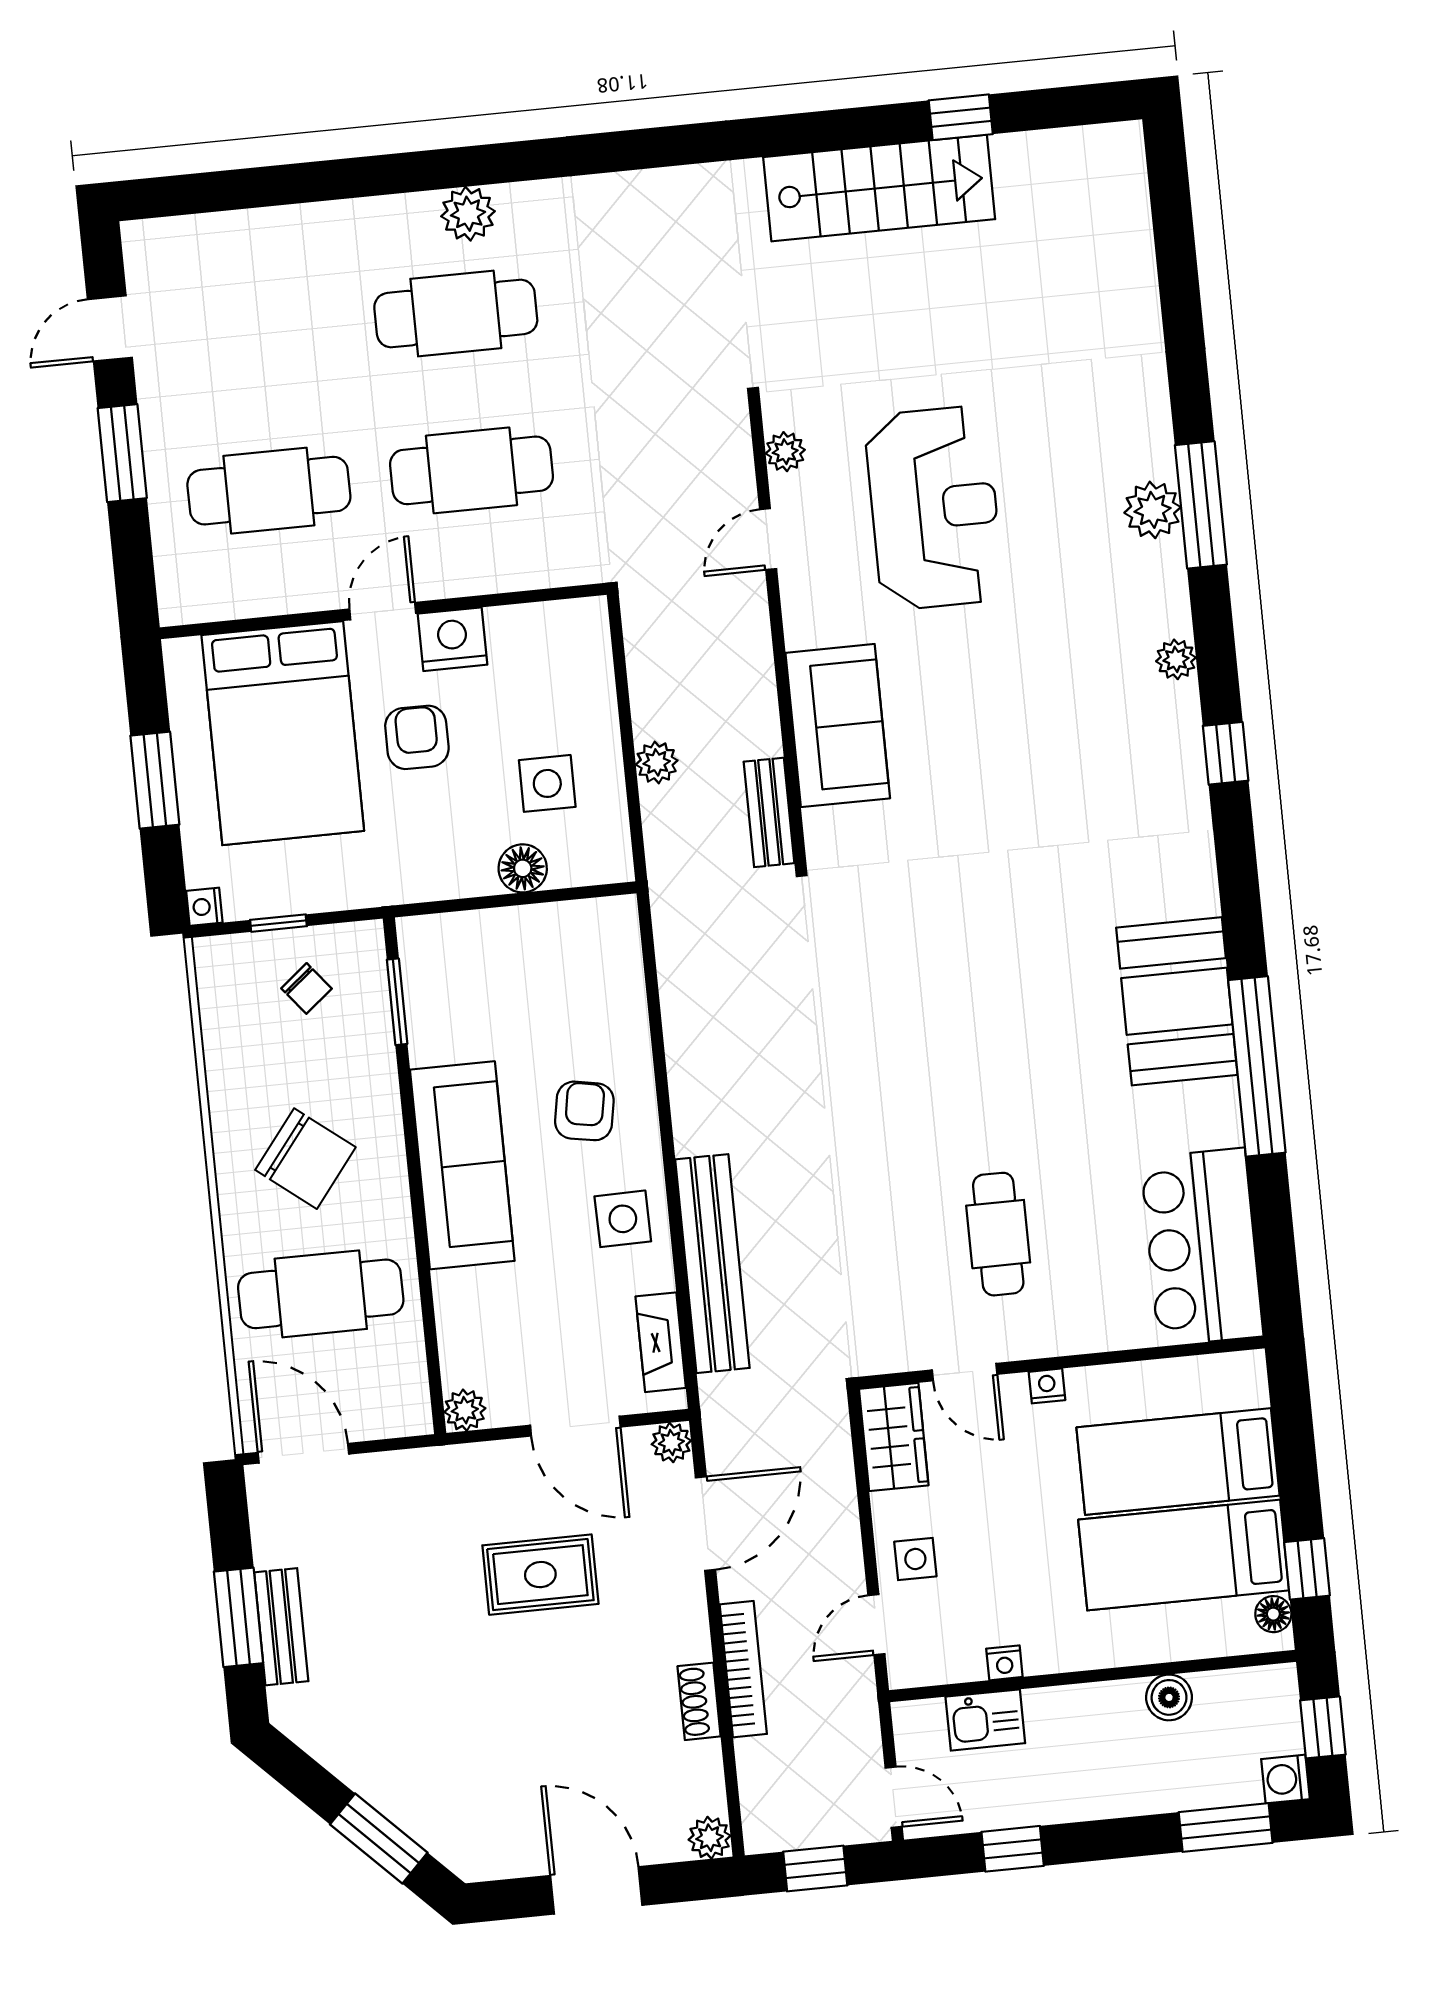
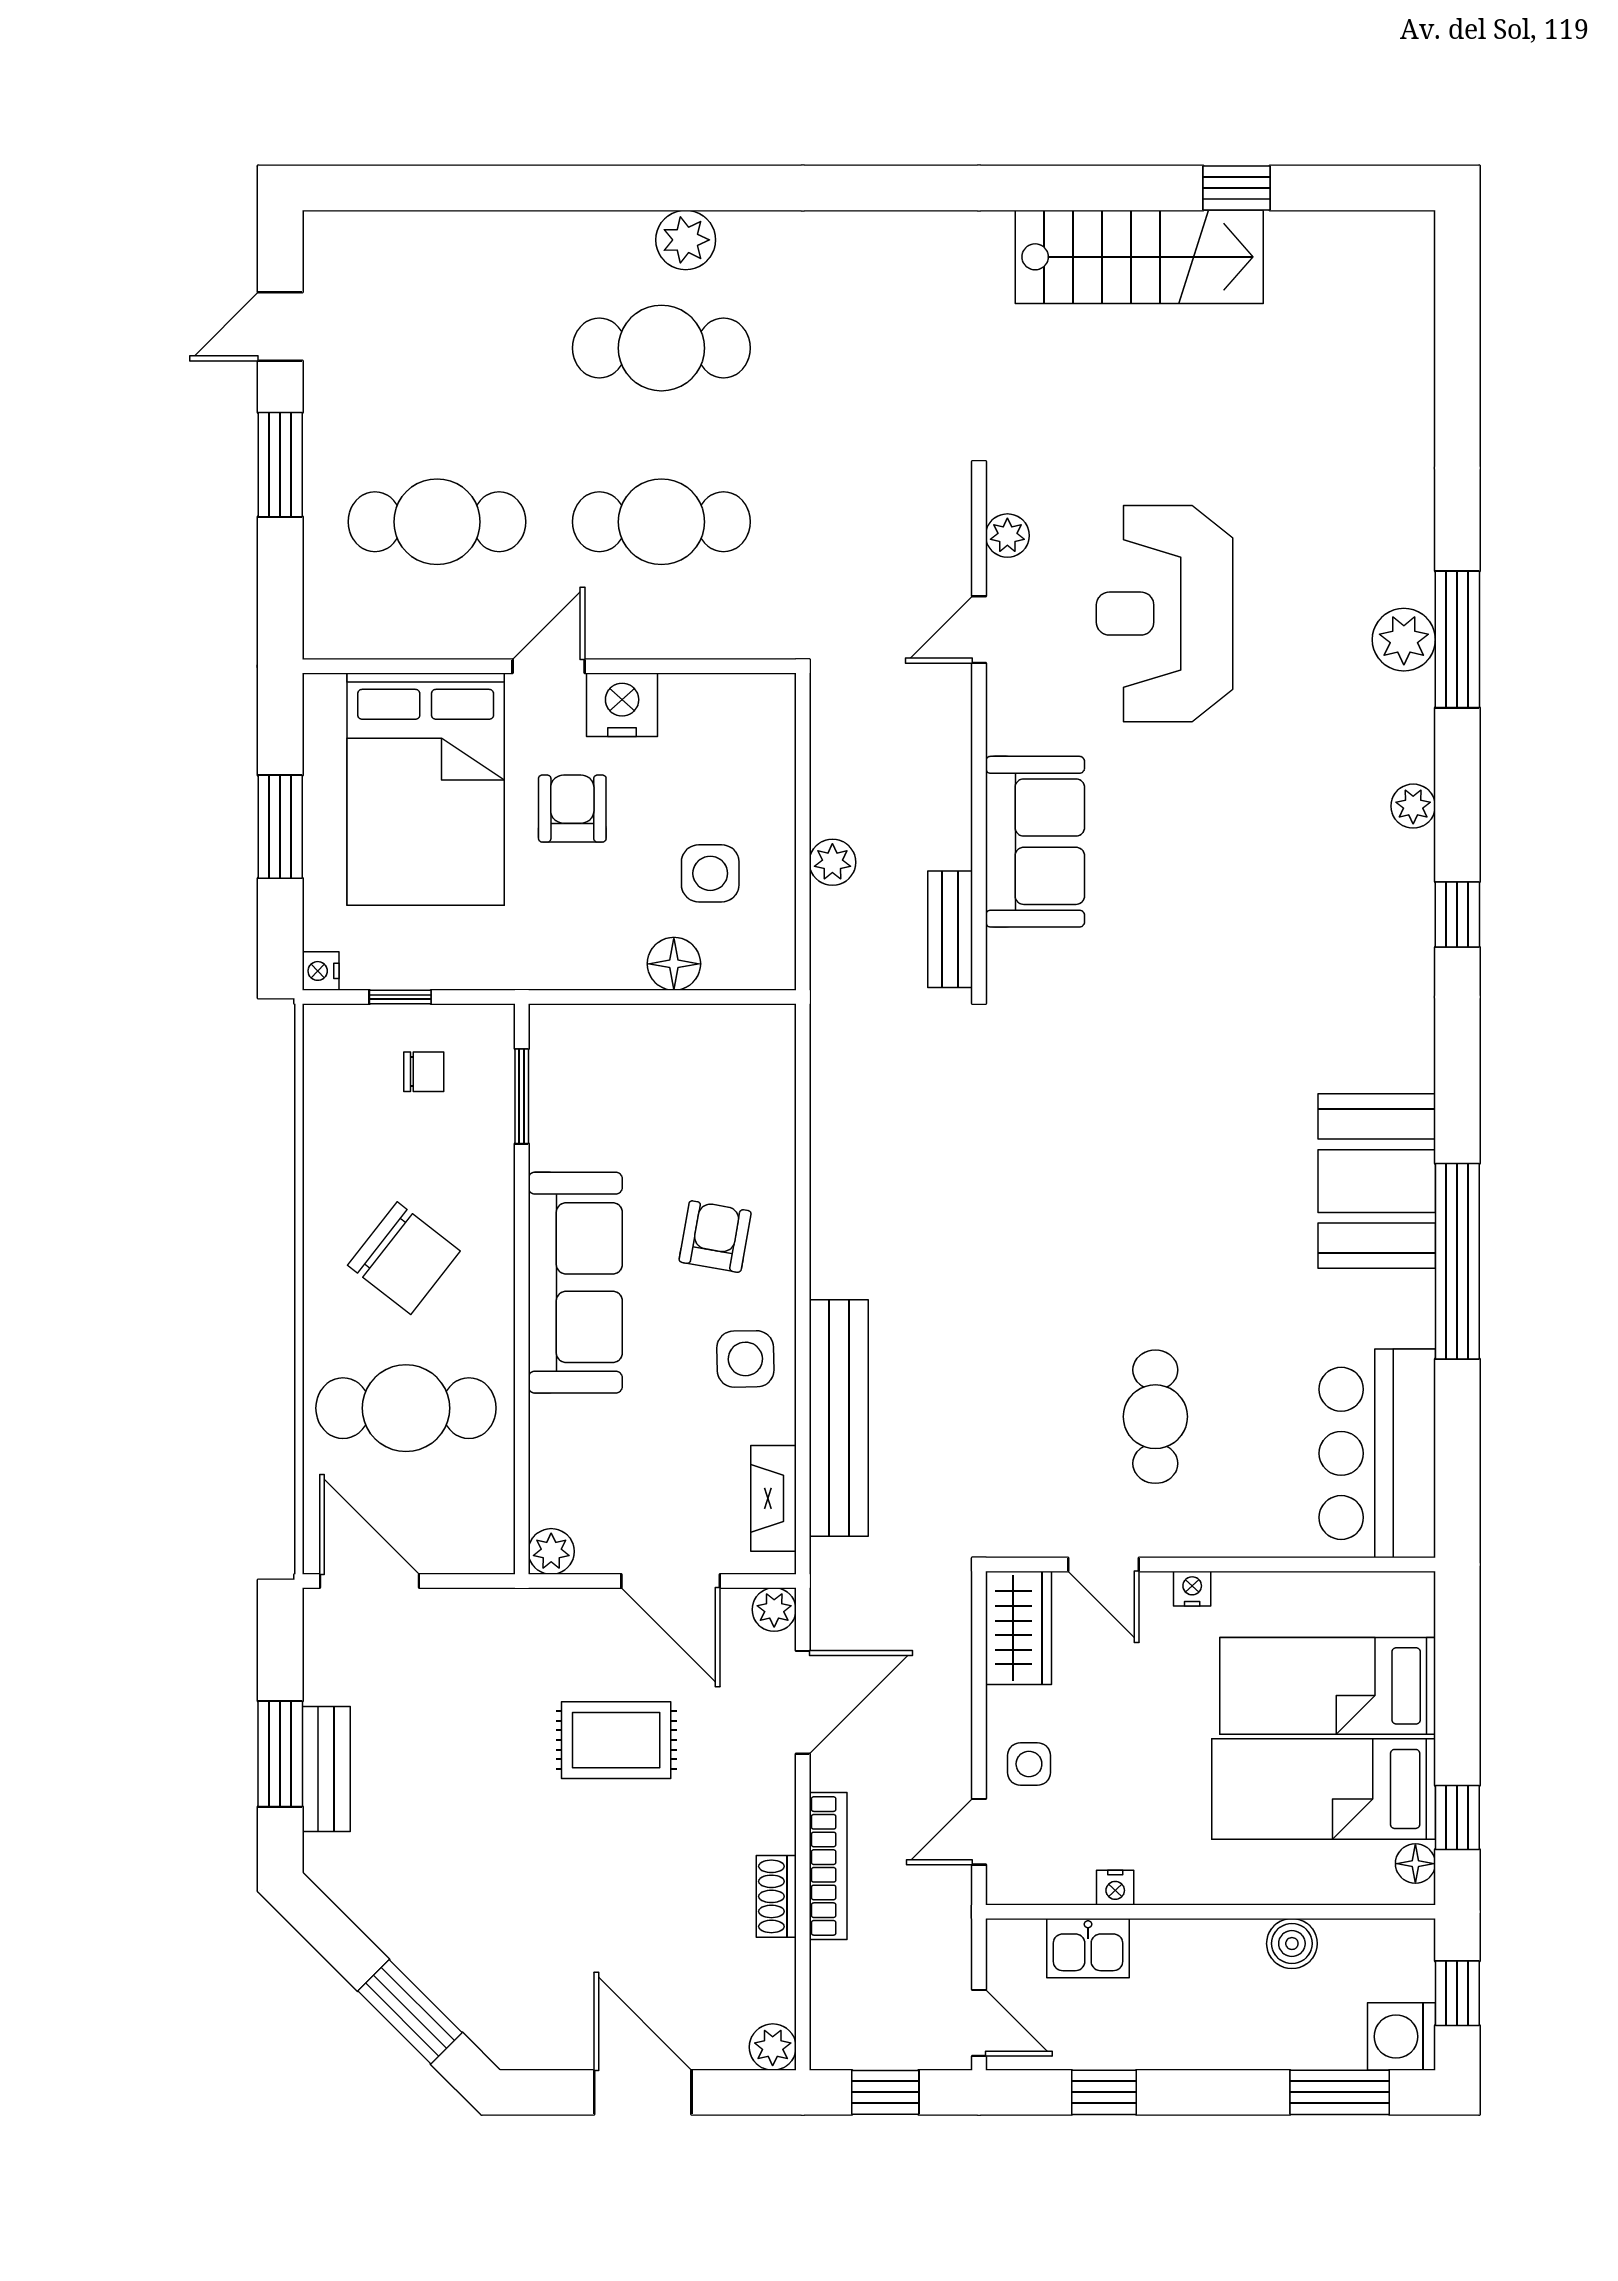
reception desk: (934, 508) -> (1165, 614), turned 180
chair: (307, 988) -> (424, 1072), turned -51
washing machine: (1285, 1779) -> (1401, 2037), width x1.38, depth x1.38

